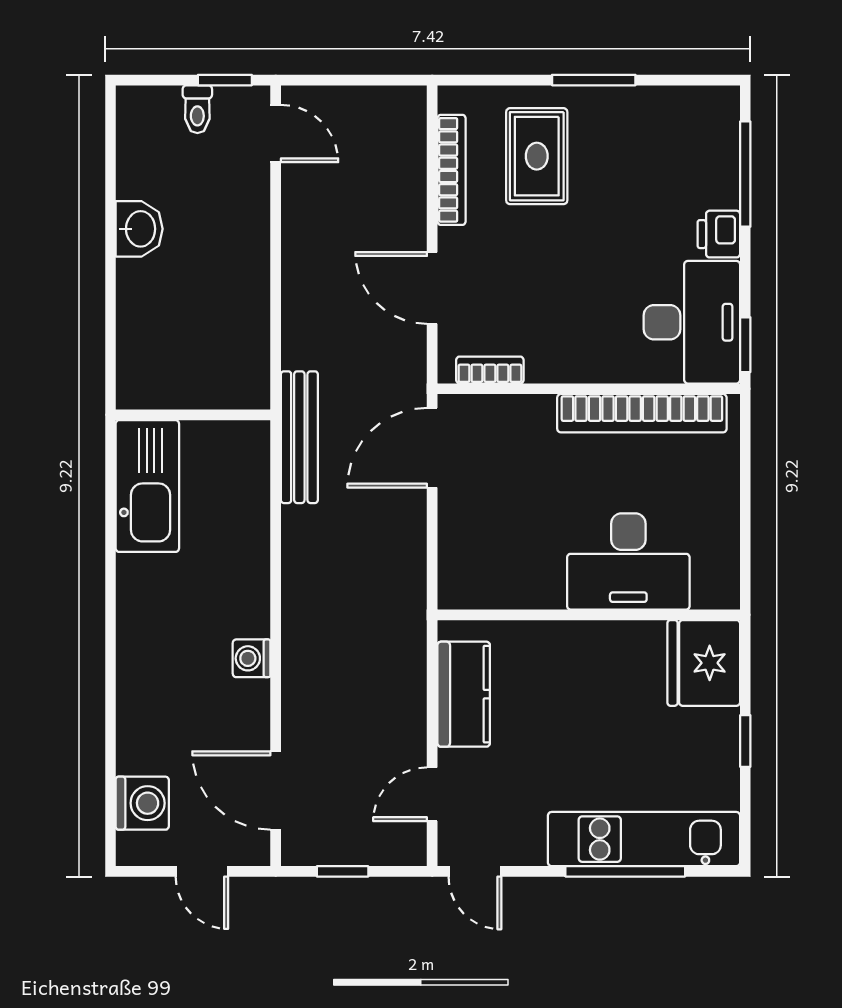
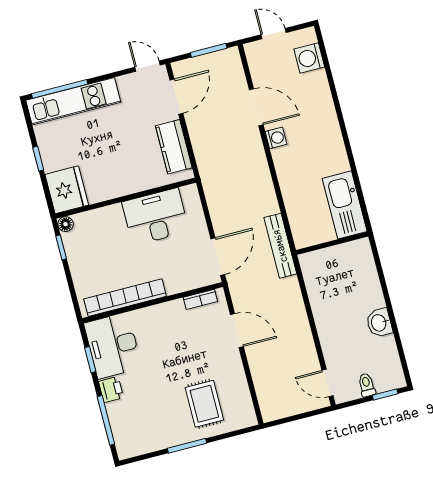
window: (225, 80) -> (385, 395), moved
bookcase: (452, 170) -> (242, 387), removed
window: (745, 345) -> (90, 360), moved
window: (745, 549) -> (61, 247), added
desk: (628, 561) -> (156, 217), moved
floor lamp: (724, 594) -> (66, 224), added
door: (276, 790) -> (256, 107), moved
door: (432, 794) -> (176, 97), width x1.38
window: (343, 871) -> (209, 50), width x1.50
window: (625, 871) -> (60, 89), moved

